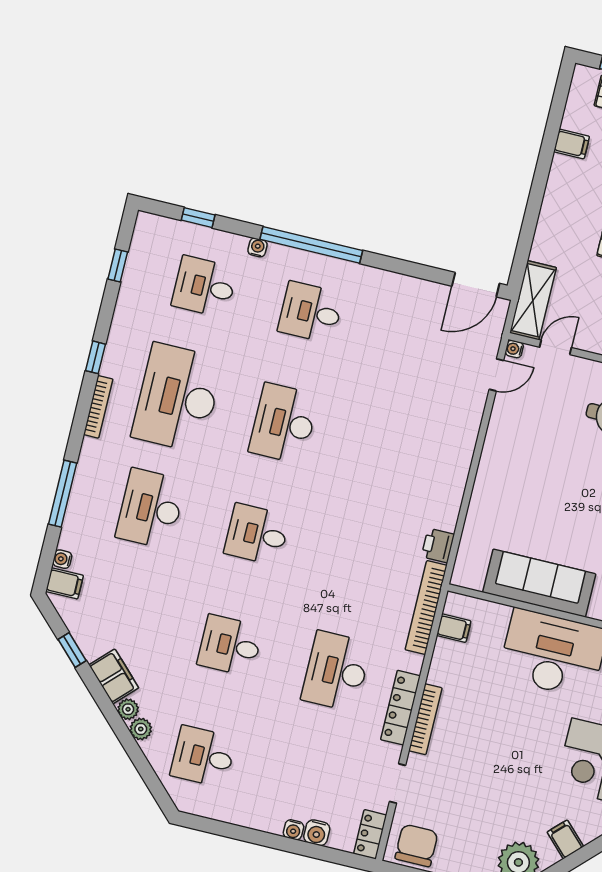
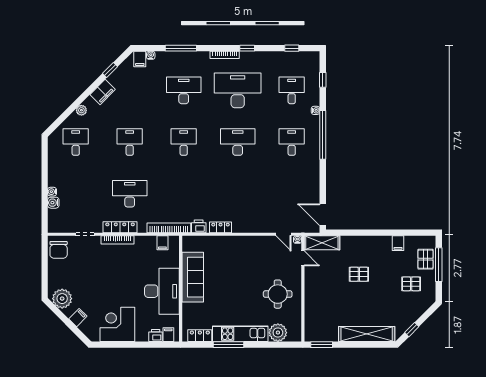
plant: (128, 709) -> (89, 102), removed
locker: (370, 834) -> (221, 227), moved
chair: (416, 845) -> (59, 250), turned 90

